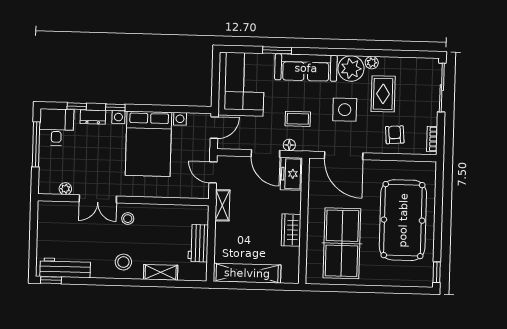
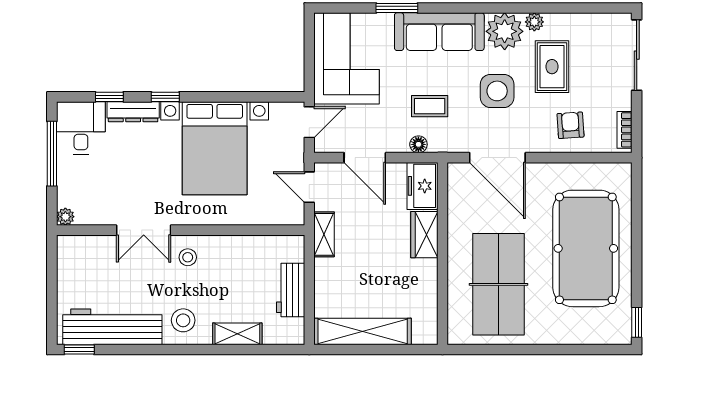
dresser: (93, 117) -> (133, 112), width x1.44
door: (265, 154) -> (365, 158), moved
plant: (65, 189) -> (65, 217), moved
wardrobe: (291, 230) -> (424, 235), moved
workbench: (65, 268) -> (112, 327), width x1.36, depth x1.32

